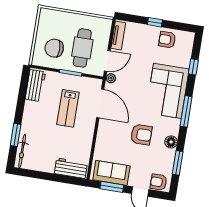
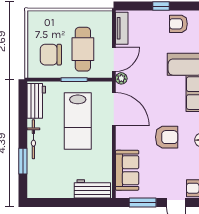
lab bench: (68, 108) -> (78, 121), width x1.36, depth x1.39
bicycle: (22, 151) -> (33, 139), moved
sofa: (111, 173) -> (127, 170), moved, turned 90

